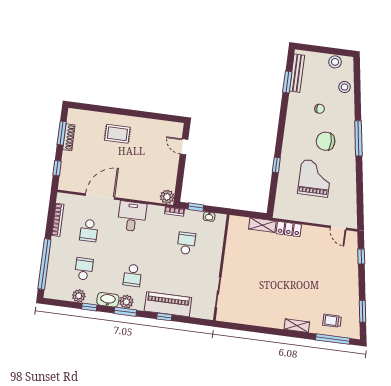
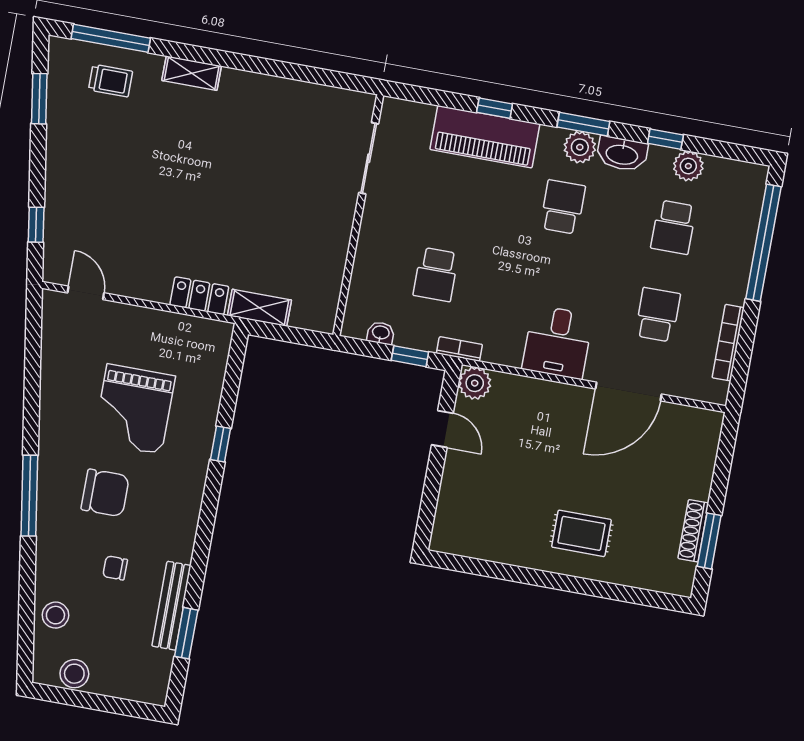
bench: (297, 73) -> (171, 606), moved
door: (184, 147) -> (442, 429), moved
window: (57, 168) -> (724, 461), removed

